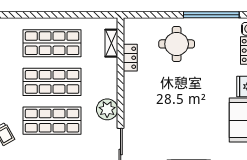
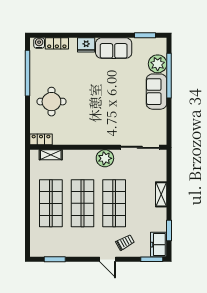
locker: (130, 58) -> (41, 139), moved

